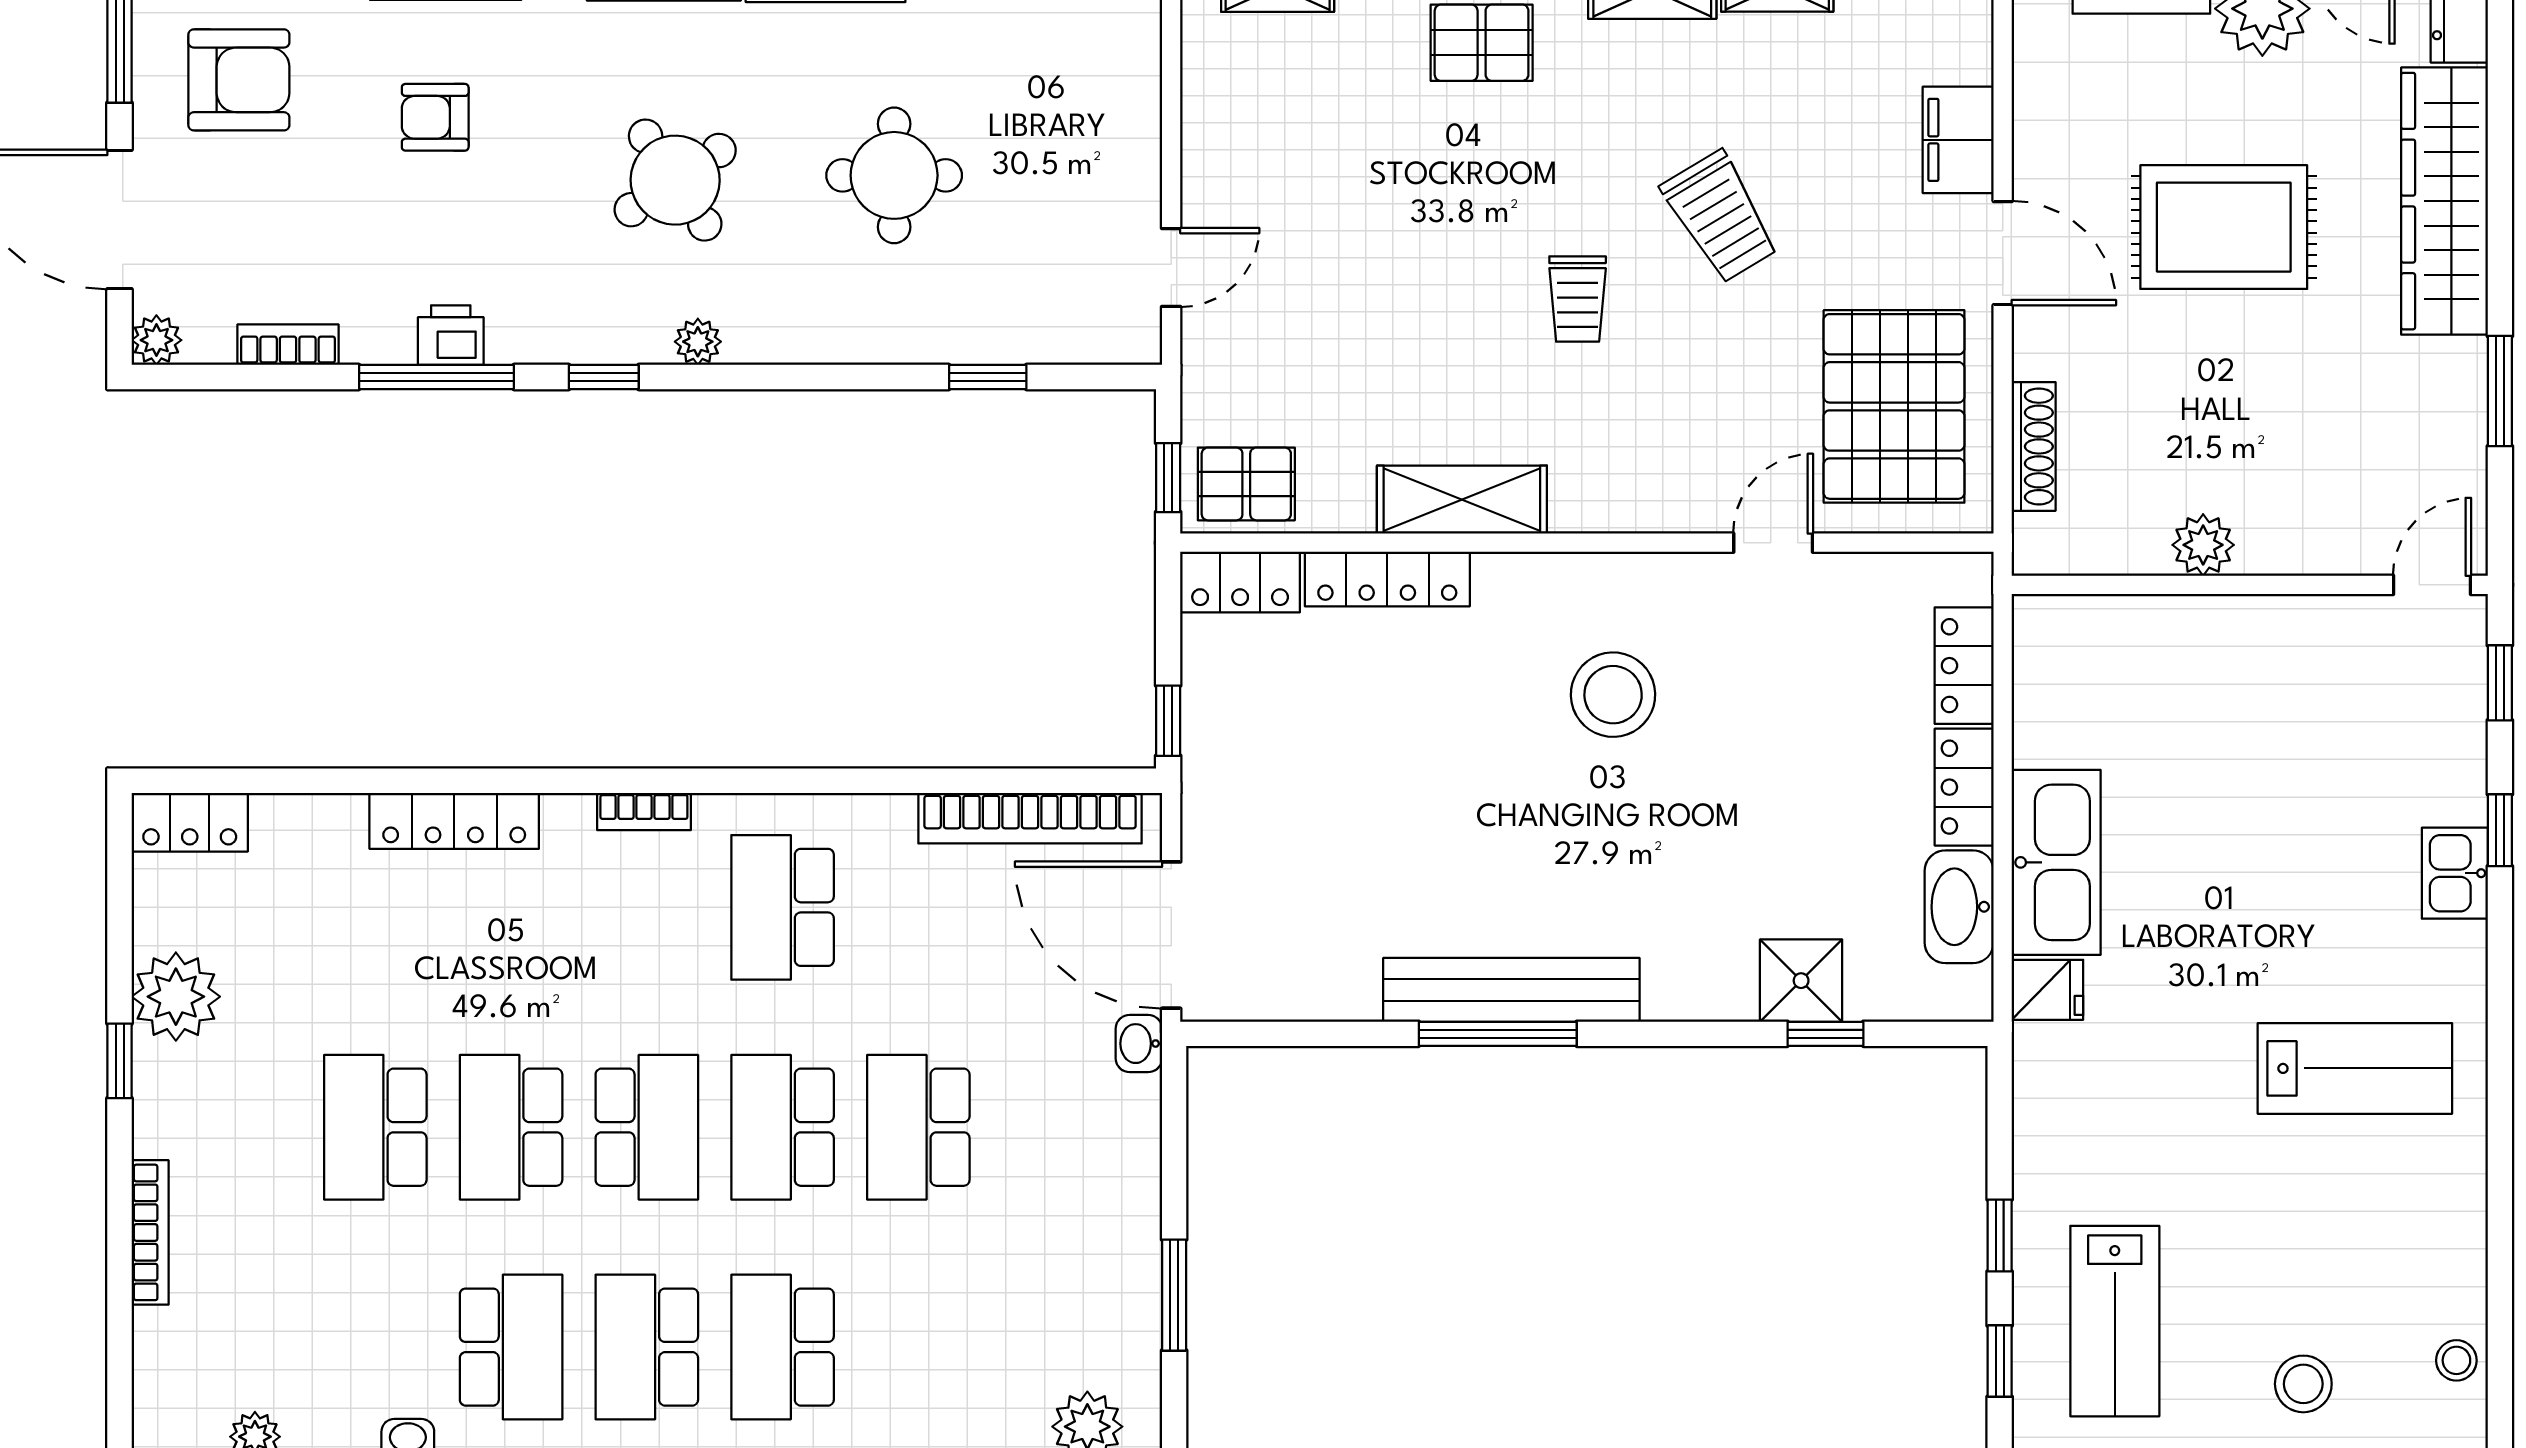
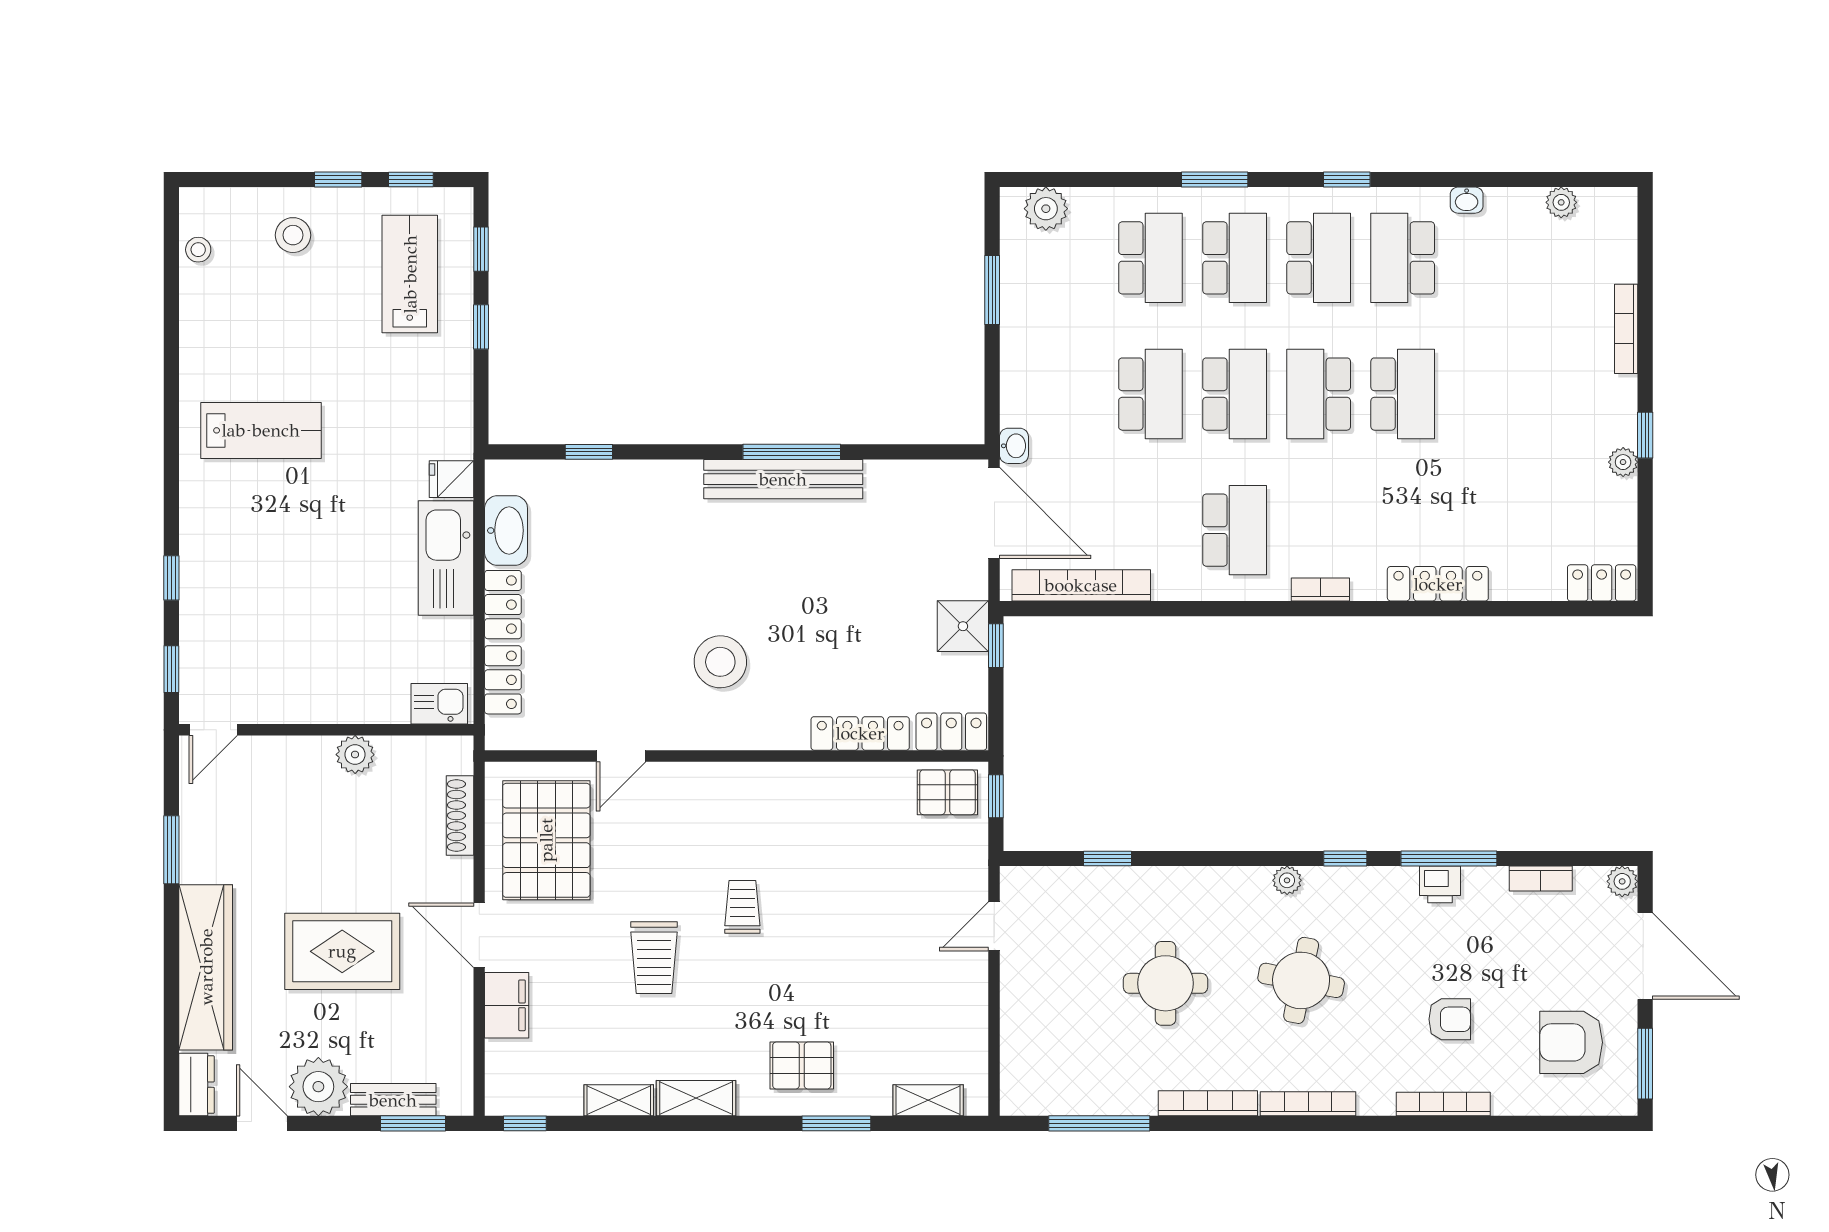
round table: (675, 180) -> (1301, 980), turned 45
trolley: (1720, 217) -> (654, 958), turned -149
shelving: (1462, 500) -> (814, 783), removed
kitchen sink: (2455, 873) -> (439, 704), moved, turned -90
shower: (1801, 981) -> (963, 626), moved
plant: (176, 997) -> (1623, 462), width x0.53, depth x0.53
lab bench: (2355, 1068) -> (261, 430), turned 180
school desk: (375, 1127) -> (1150, 258), moved

